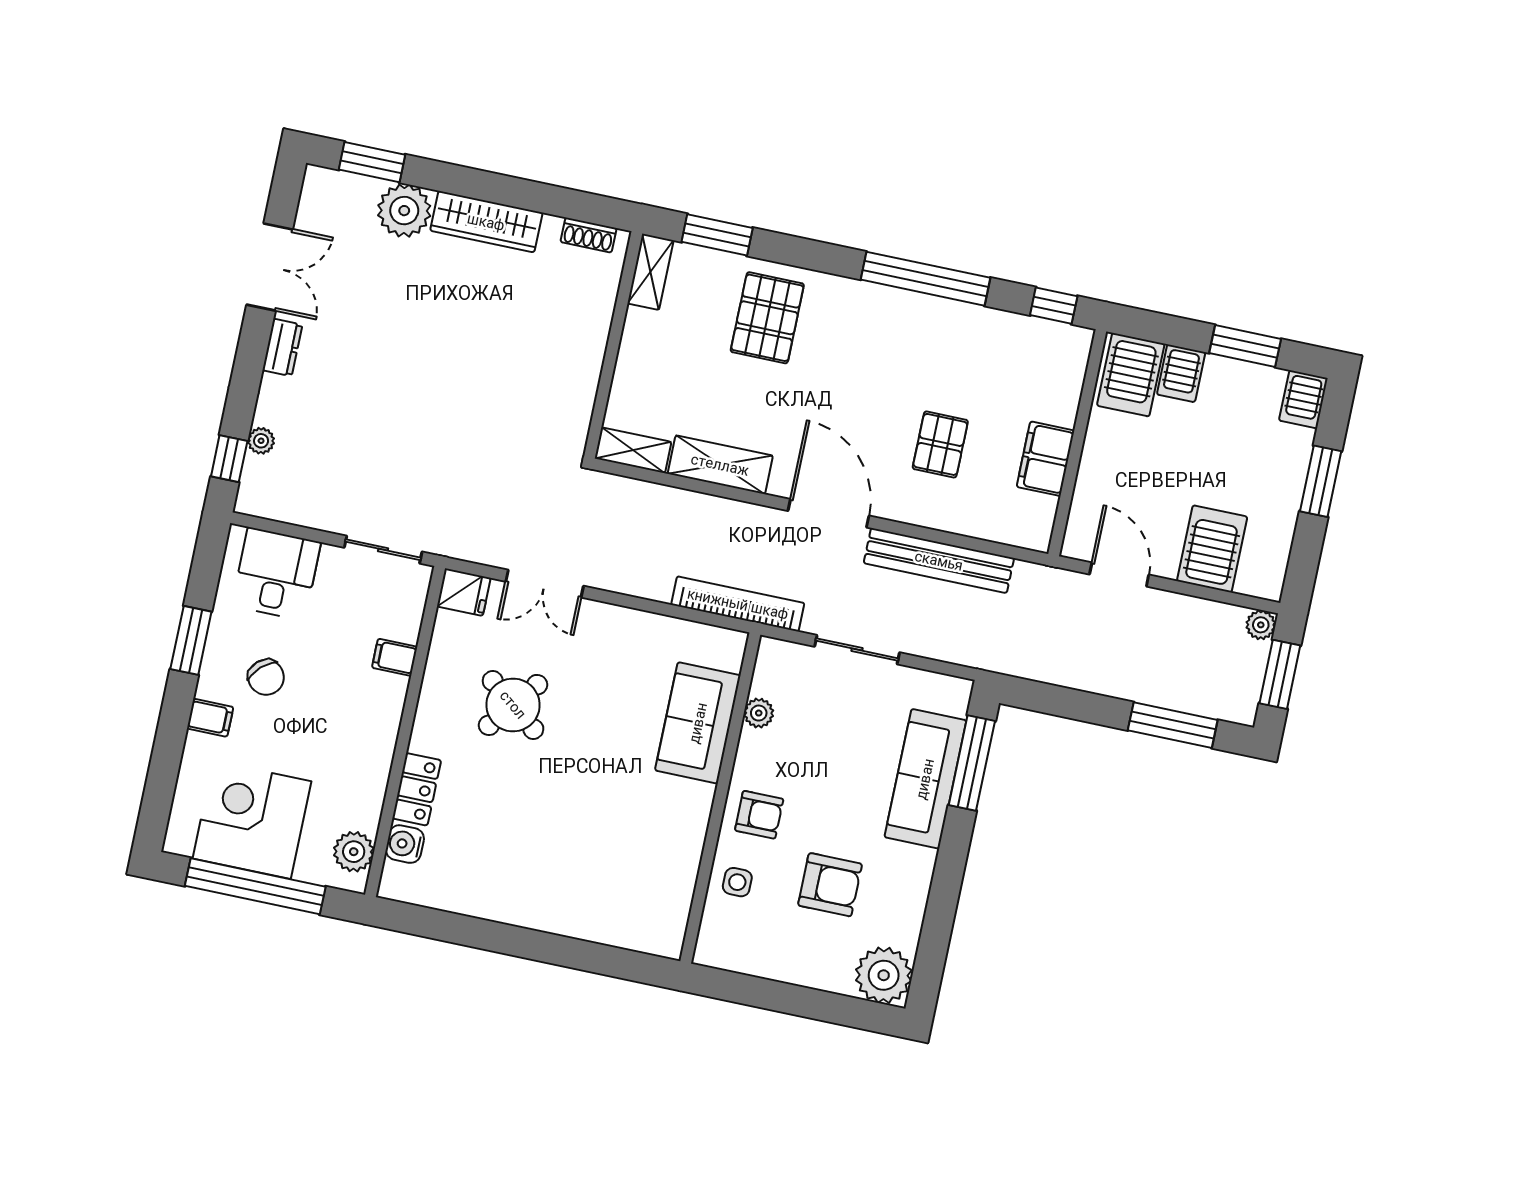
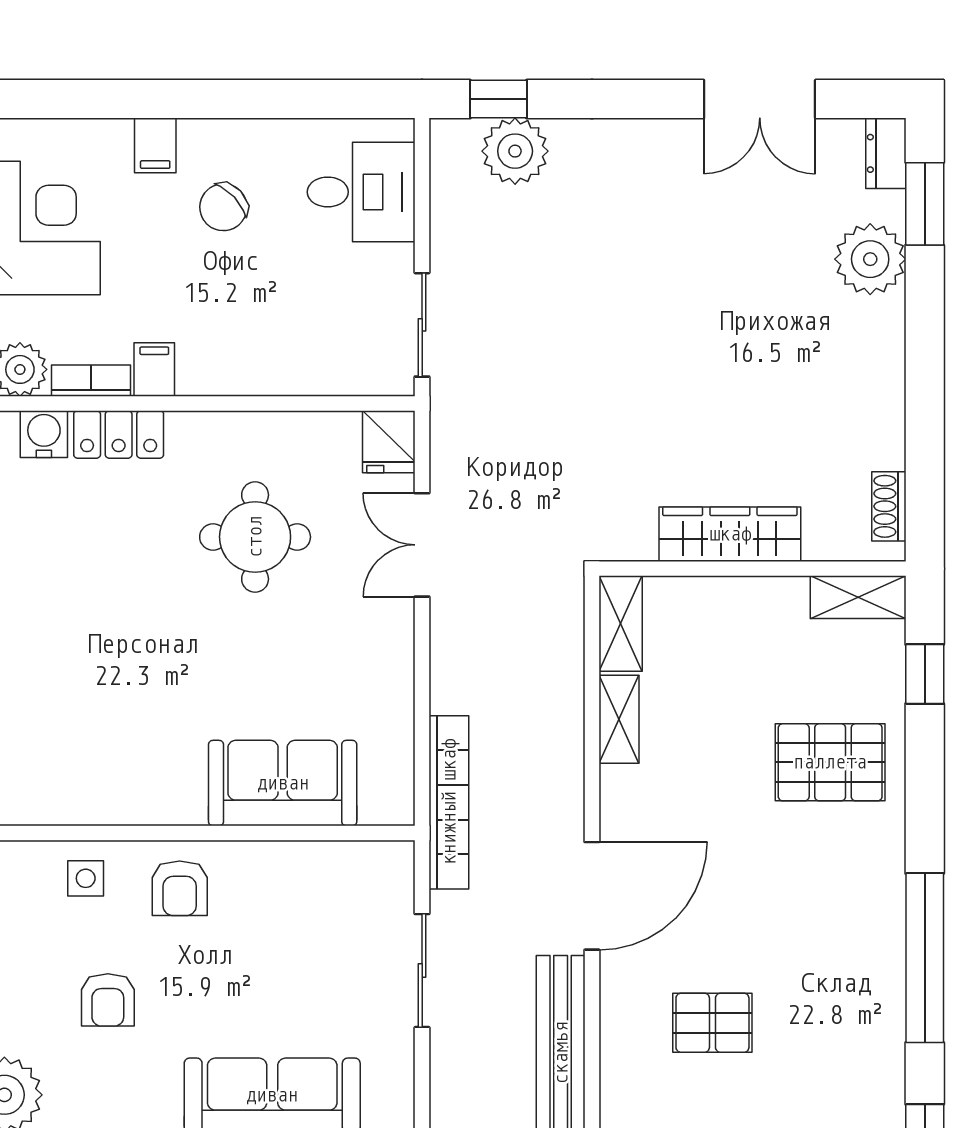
wardrobe: (486, 222) -> (730, 534), moved, turned 90
window: (717, 235) -> (925, 674), width x0.67
dresser: (282, 347) -> (886, 153), moved, turned 90
plant: (261, 441) -> (515, 151), width x1.87, depth x1.87
shelving: (720, 465) -> (619, 719), width x0.67, depth x0.75
window: (191, 640) -> (251, 99), removed
filing cabinet: (395, 657) -> (154, 370), moved
round table: (513, 705) -> (255, 537), turned -38
plant: (759, 713) -> (312, 860), removed
bookcase: (373, 801) -> (91, 381), added
armchair: (830, 885) -> (108, 1000), width x0.72, depth x0.72

